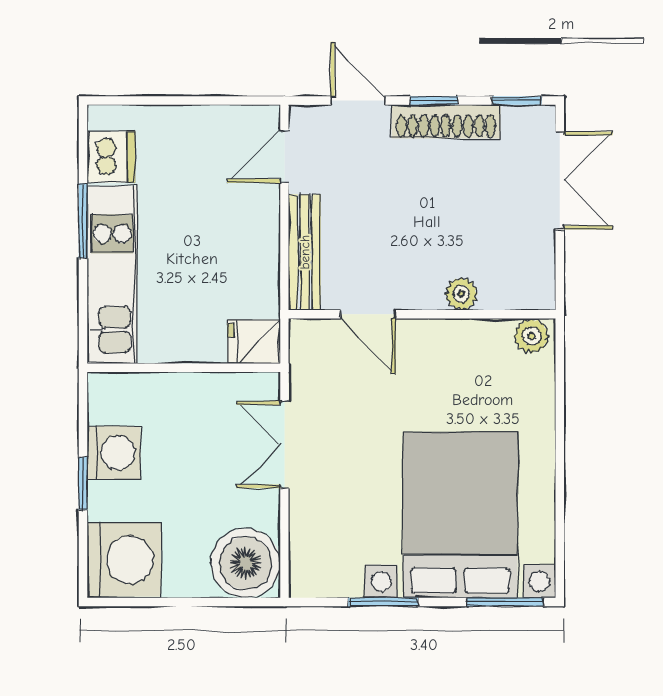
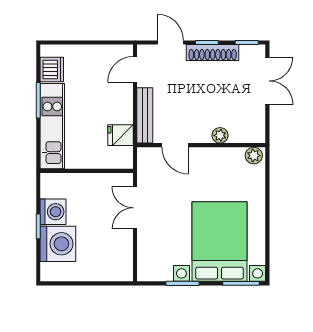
fridge: (254, 342) -> (120, 135), moved
washing machine: (124, 560) -> (58, 244), moved
boiler: (246, 563) -> (116, 265), removed

